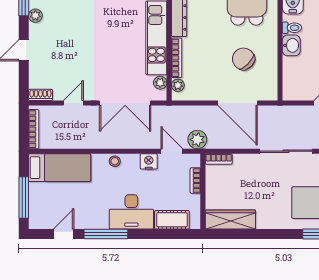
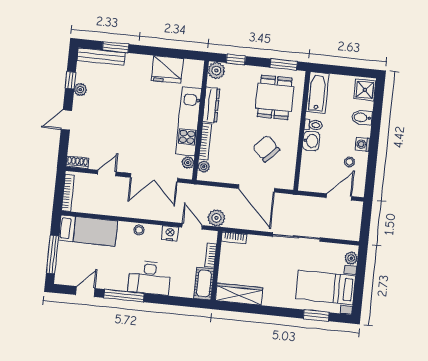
cot: (172, 220) -> (204, 283), moved, turned 90

